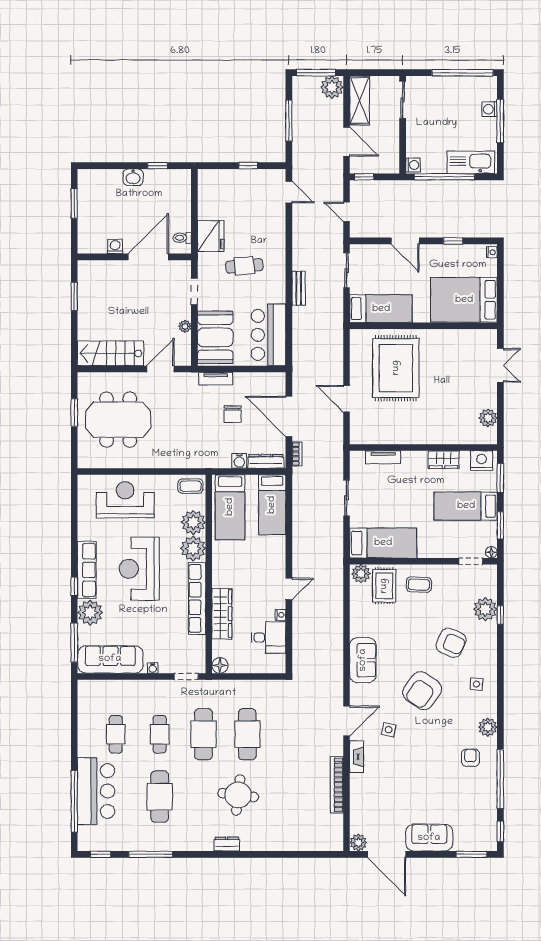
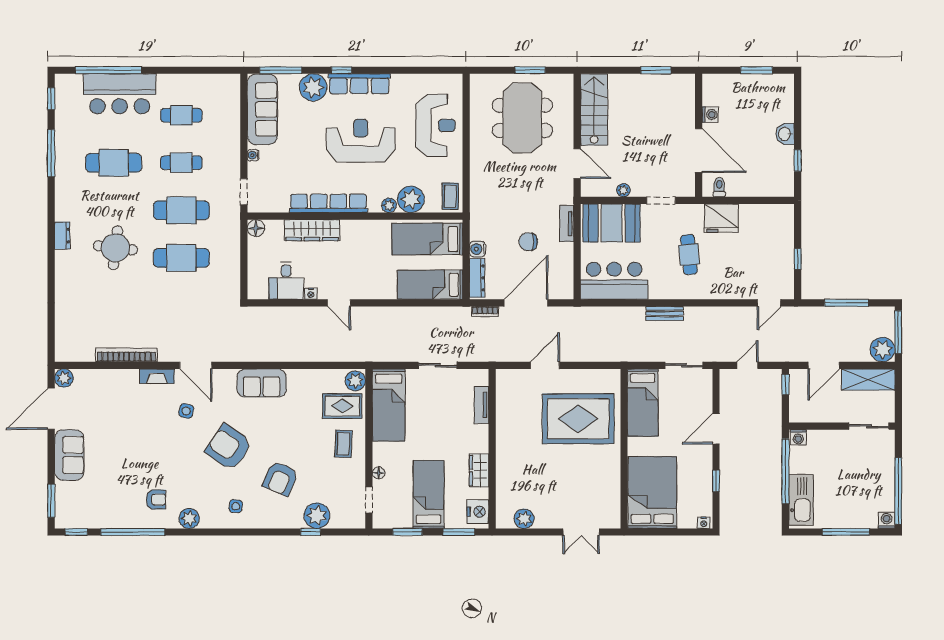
washing machine: (490, 109) -> (887, 520), moved
plant: (193, 549) -> (389, 205), width x0.53, depth x0.53
floor lamp: (491, 552) -> (379, 473), moved

